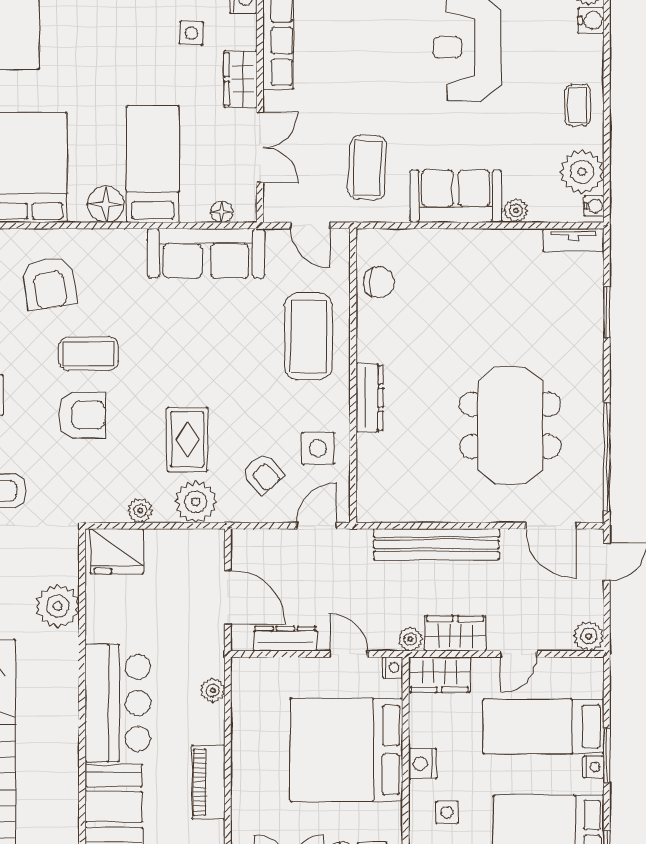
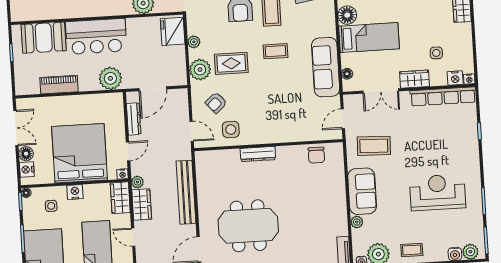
coffee table: (308, 336) -> (276, 51), moved, width x0.54, depth x0.58
plant: (213, 690) -> (110, 78), width x1.87, depth x1.87

